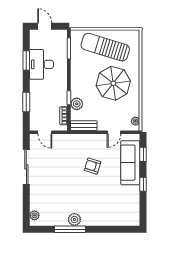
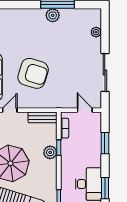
plant: (77, 104) -> (50, 152), moved
armchair: (92, 166) -> (33, 73), width x1.88, depth x1.88
plant: (34, 215) -> (96, 32), moved

